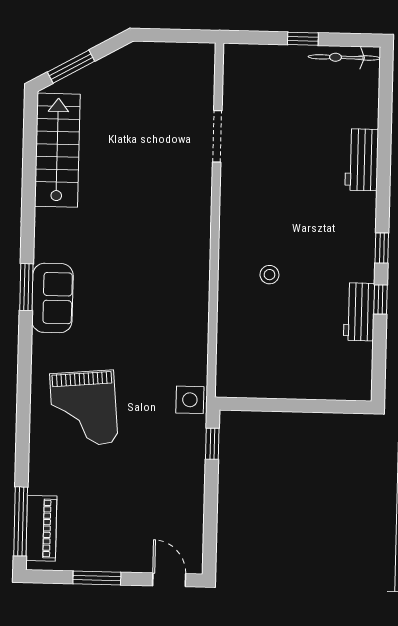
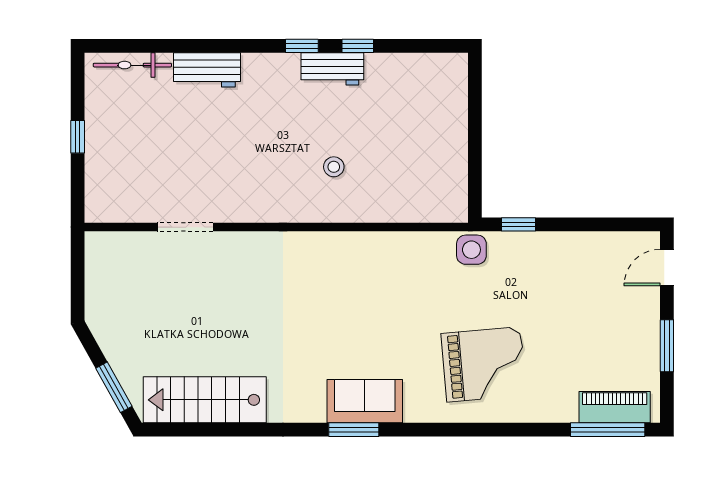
bicycle: (344, 57) -> (132, 65), moved, turned 90
workbench: (359, 312) -> (332, 69), moved

